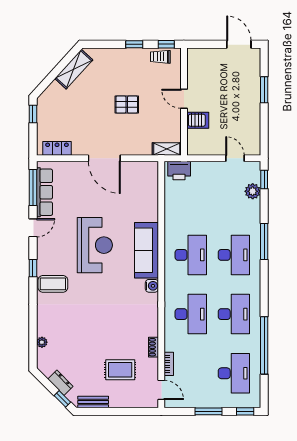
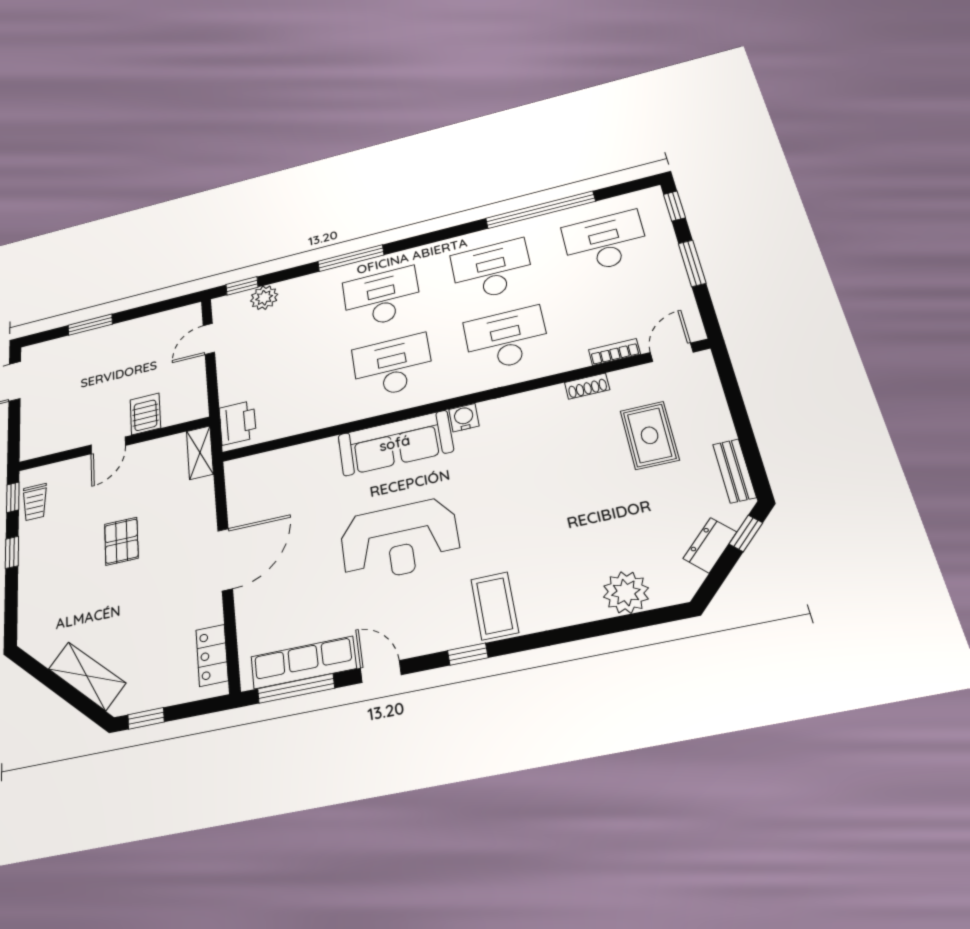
shelving: (74, 69) -> (87, 676), moved
reception desk: (95, 245) -> (399, 540), turned 180
plant: (42, 342) -> (626, 592), width x1.88, depth x1.88

